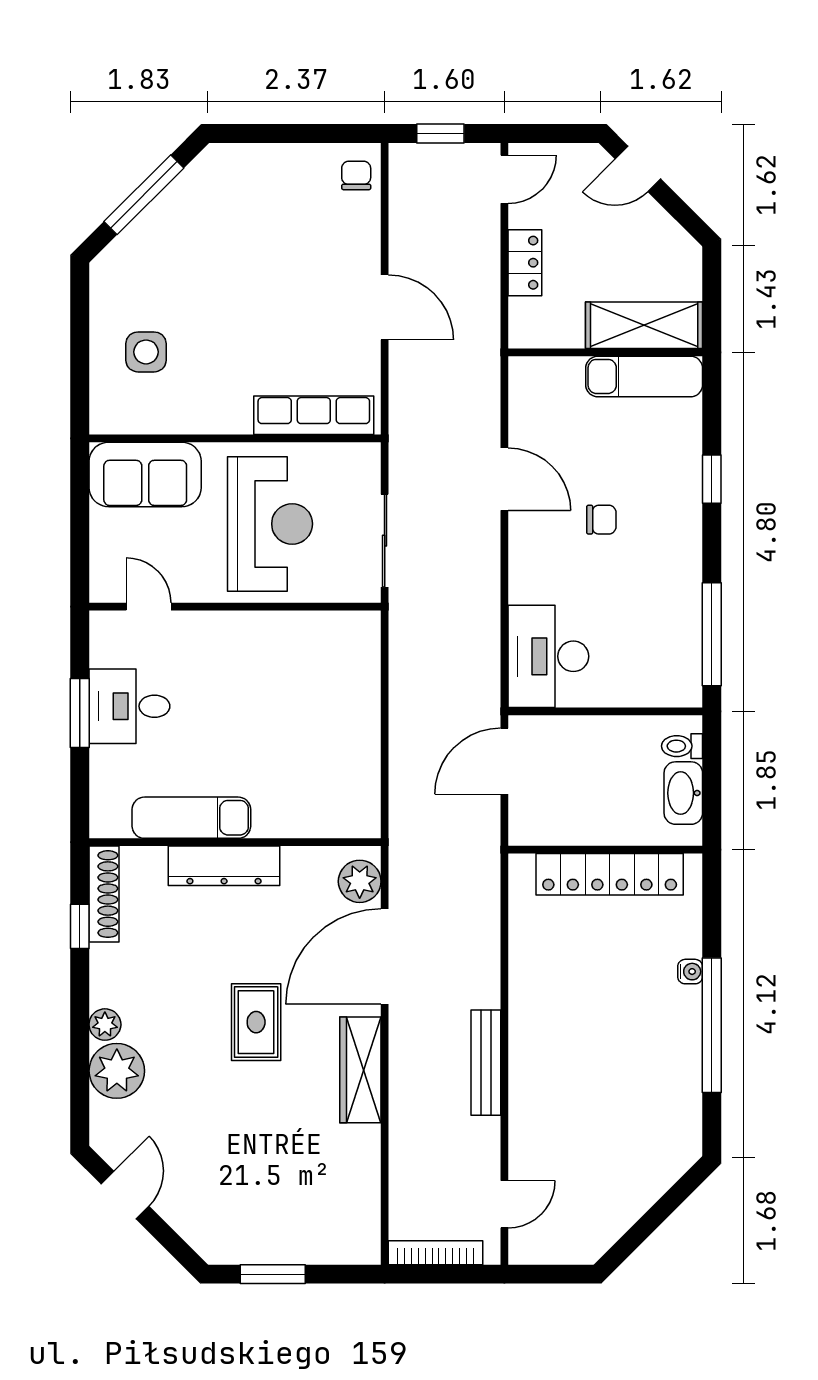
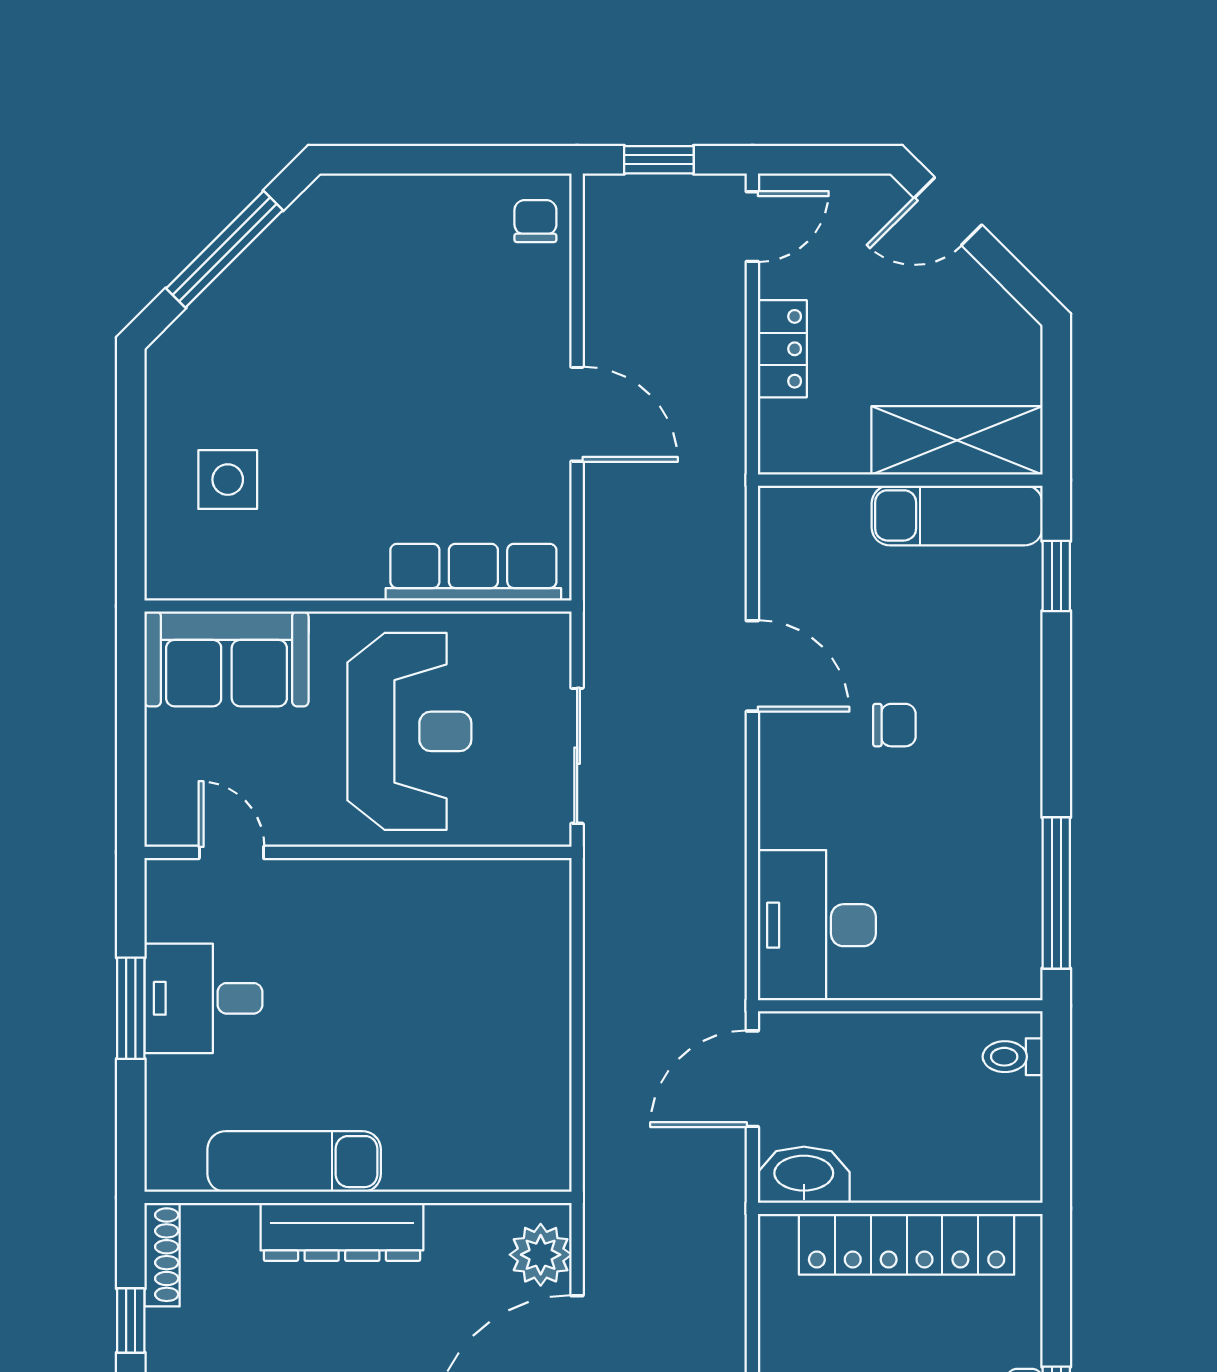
window: (712, 479) -> (1056, 576), moved
washbasin: (683, 793) -> (804, 1175), moved, turned 90
shoe rack: (104, 894) -> (162, 1255), width x0.74, depth x0.81

